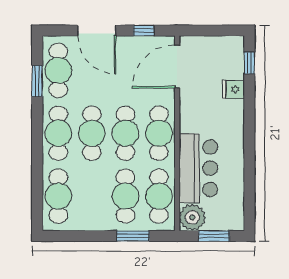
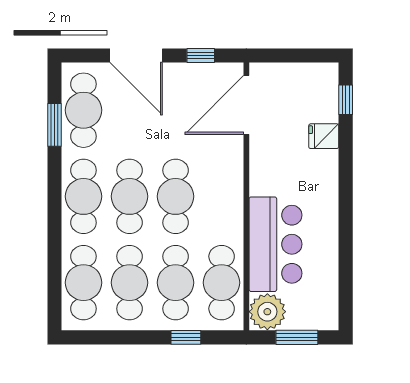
cafe table: (159, 133) -> (130, 283), moved
window: (133, 236) -> (186, 337), width x0.67

